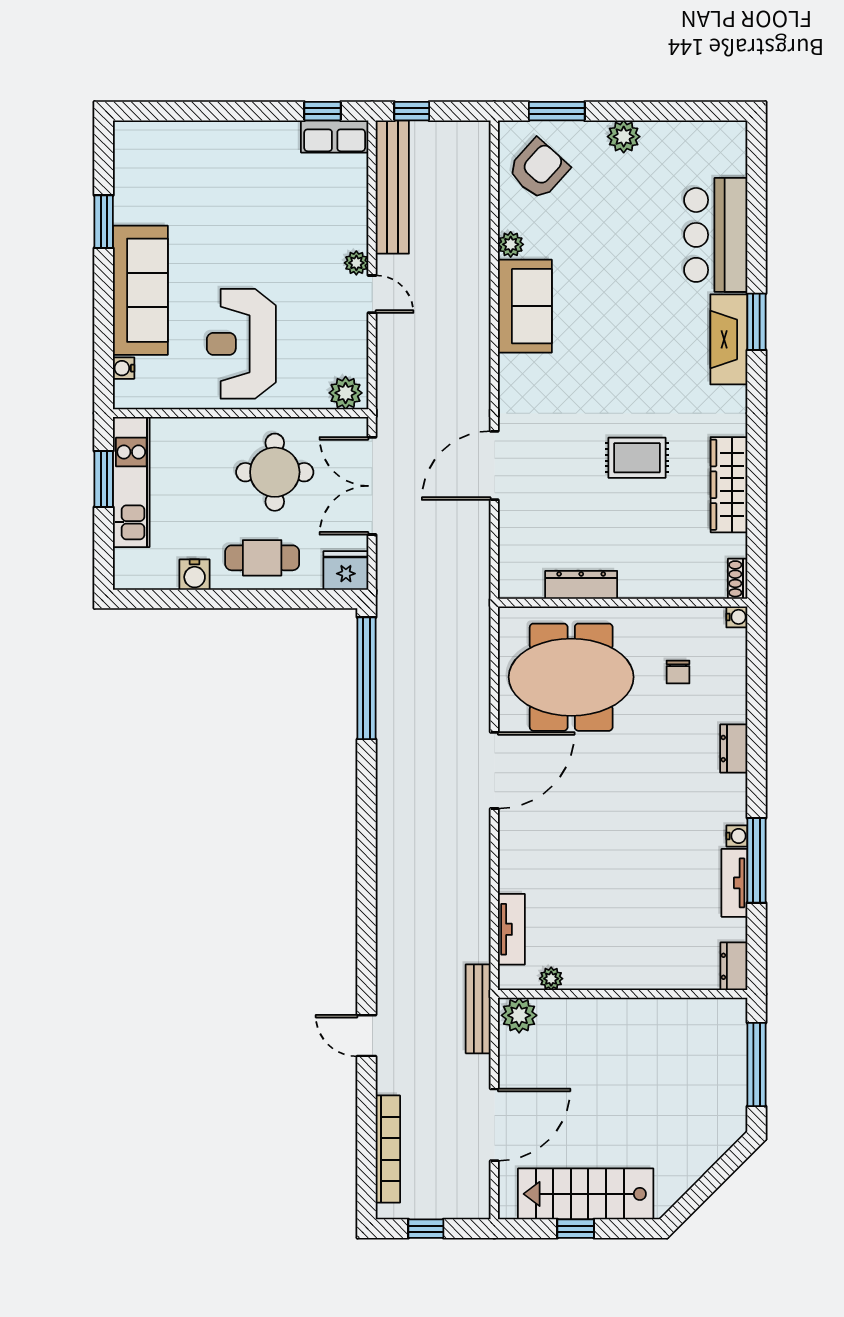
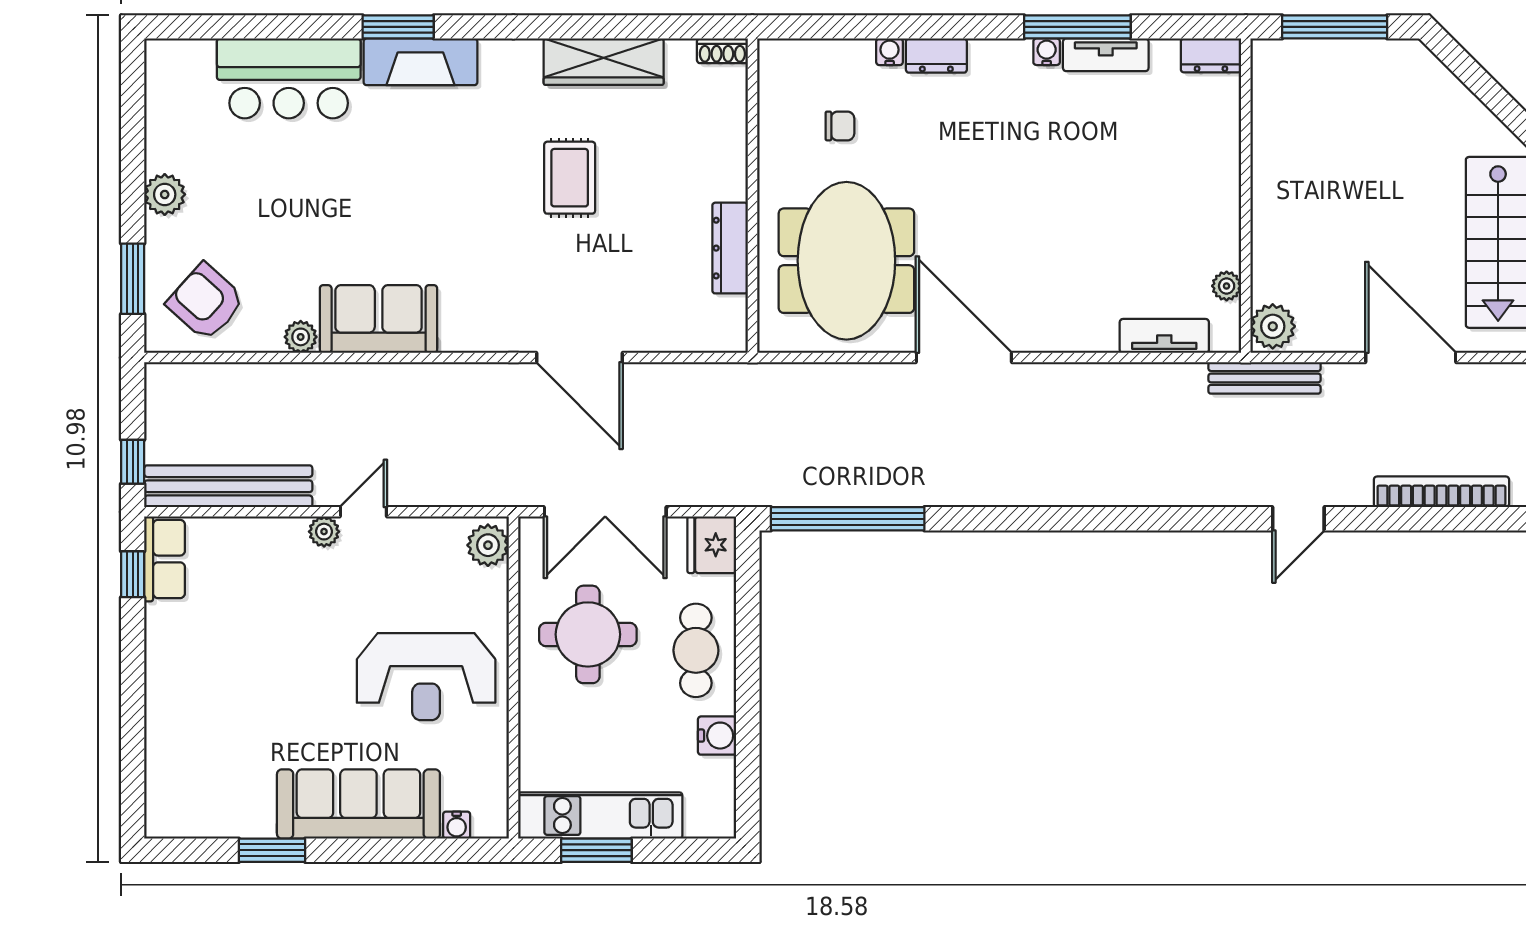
water cooler: (737, 617) -> (890, 52), moved

